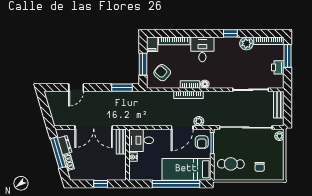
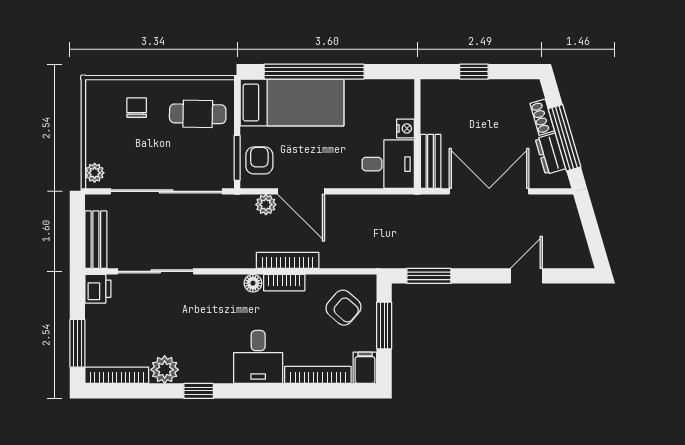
printer: (278, 67) -> (98, 289), moved
door: (182, 127) -> (301, 191), swing flipped

